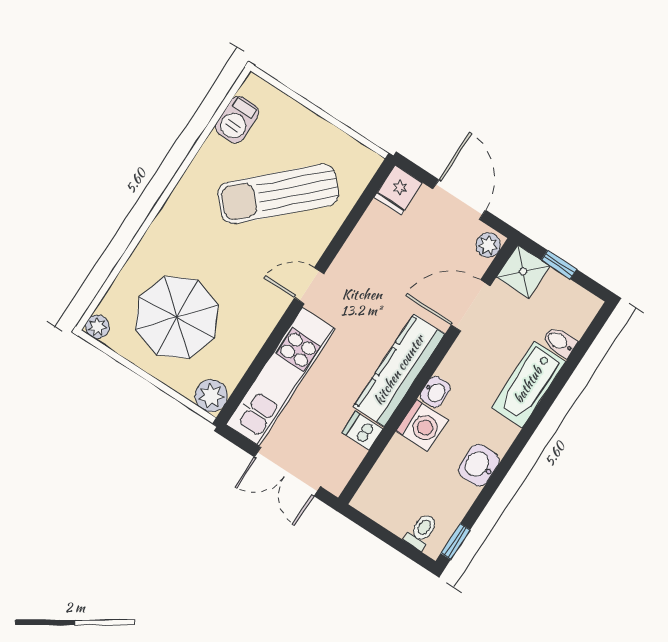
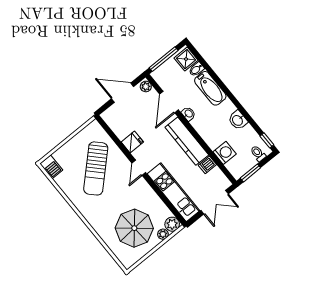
barbecue: (237, 120) -> (51, 167), moved
fridge: (398, 190) -> (132, 142), moved, turned -90
window: (559, 265) -> (164, 59), width x2.17
shower: (523, 272) -> (186, 59), moved
plant: (97, 327) -> (163, 234), moved
washbasin: (435, 392) -> (188, 114), moved
washing machine: (422, 425) -> (225, 153), moved
window: (375, 528) -> (250, 173), added

